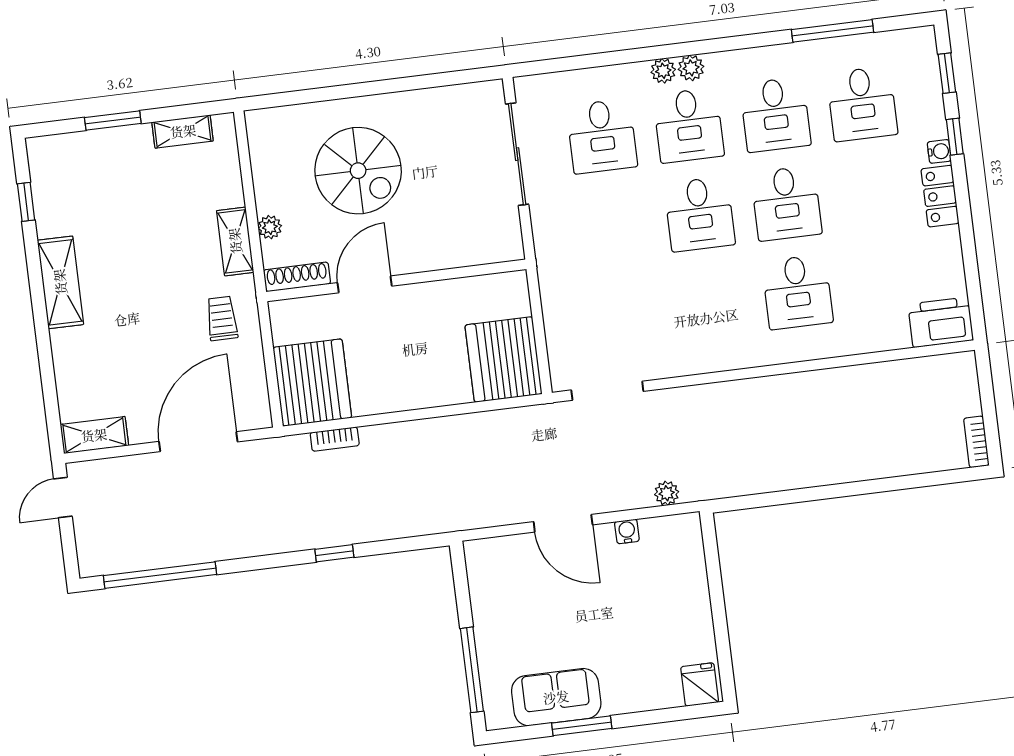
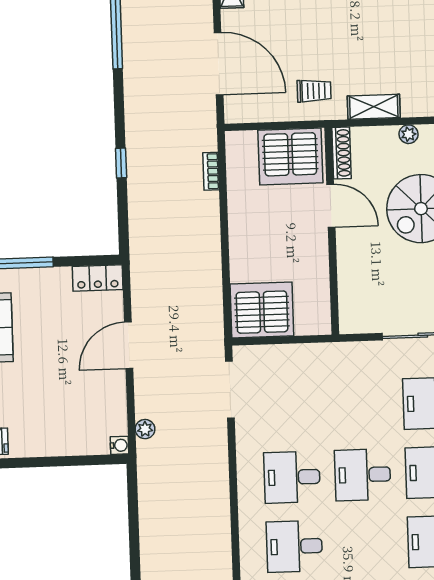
desk: (786, 203) -> (292, 477), moved
plant: (270, 227) -> (409, 134), moved
server rack: (312, 383) -> (290, 157), moved
water cooler: (627, 531) -> (119, 445), moved
locker: (482, 570) -> (98, 278), added

